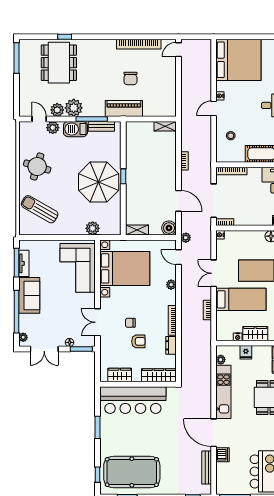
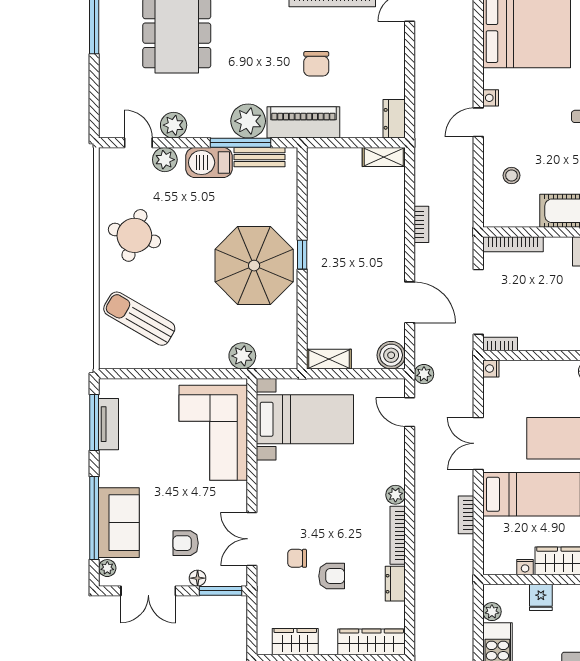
dresser: (170, 107) -> (394, 119), added
plant: (74, 108) -> (248, 121), moved
bed with nightstands: (125, 268) -> (305, 419), width x0.73
plant: (171, 285) -> (395, 495), moved
sofa: (29, 295) -> (119, 523), moved
chair: (130, 323) -> (297, 558), moved
armchair: (63, 325) -> (186, 543), added

